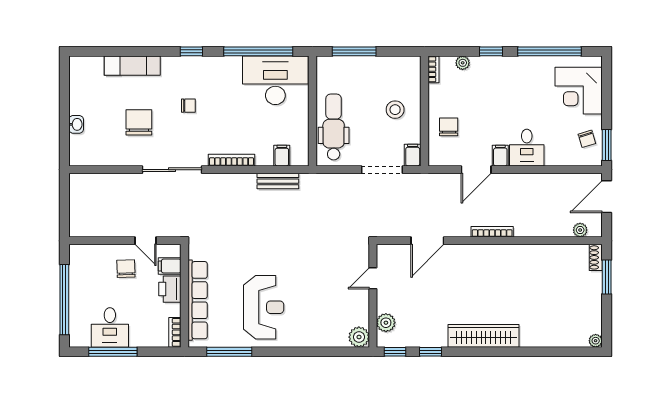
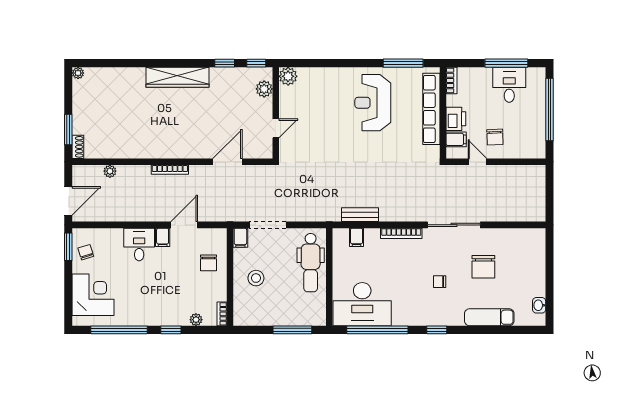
washbasin: (76, 124) -> (539, 305), moved
plant: (580, 230) -> (110, 171), moved

